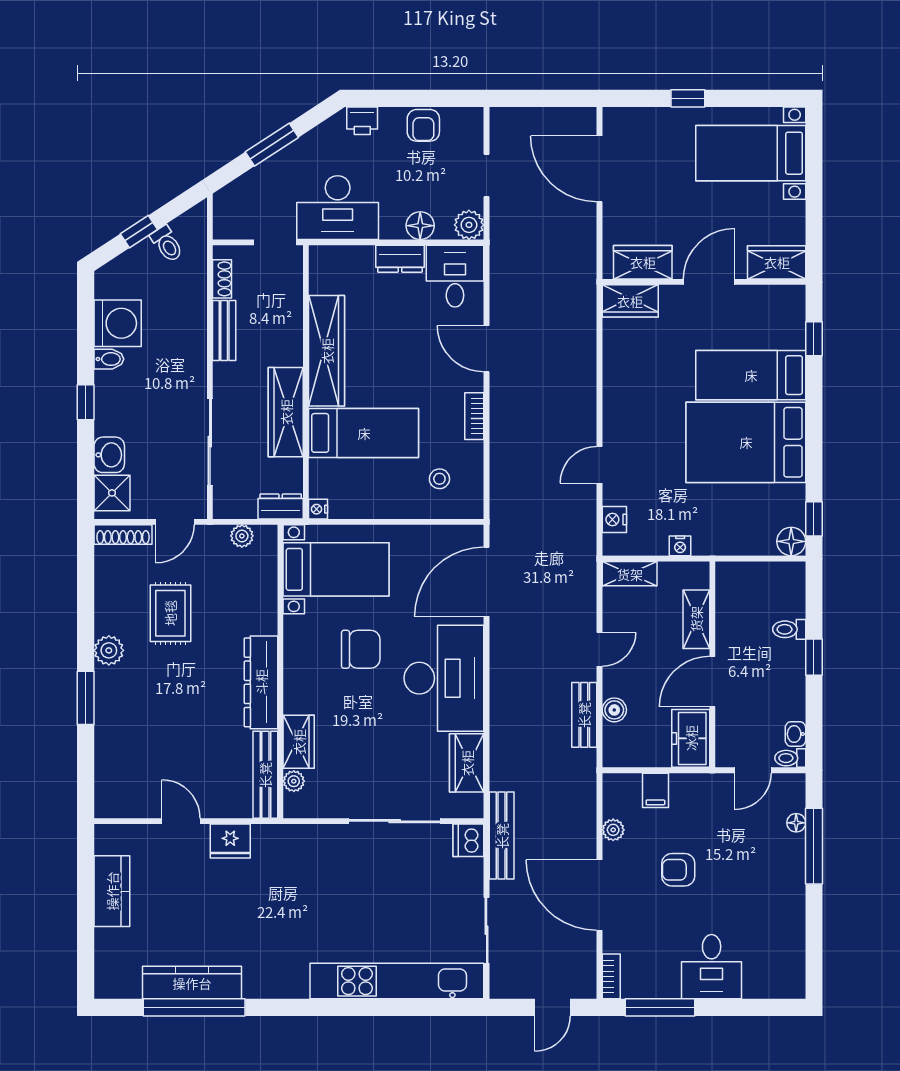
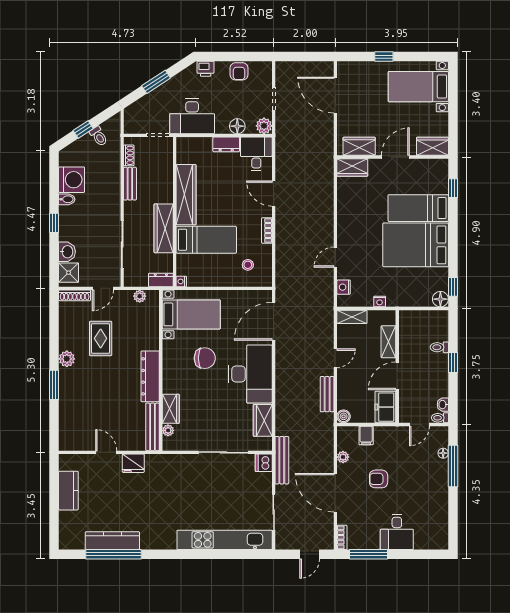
boiler: (614, 710) -> (344, 416), moved

